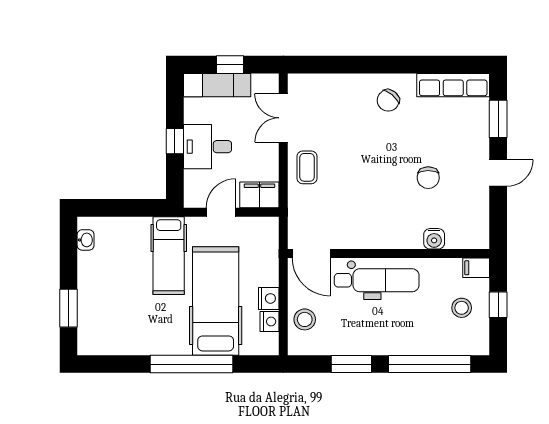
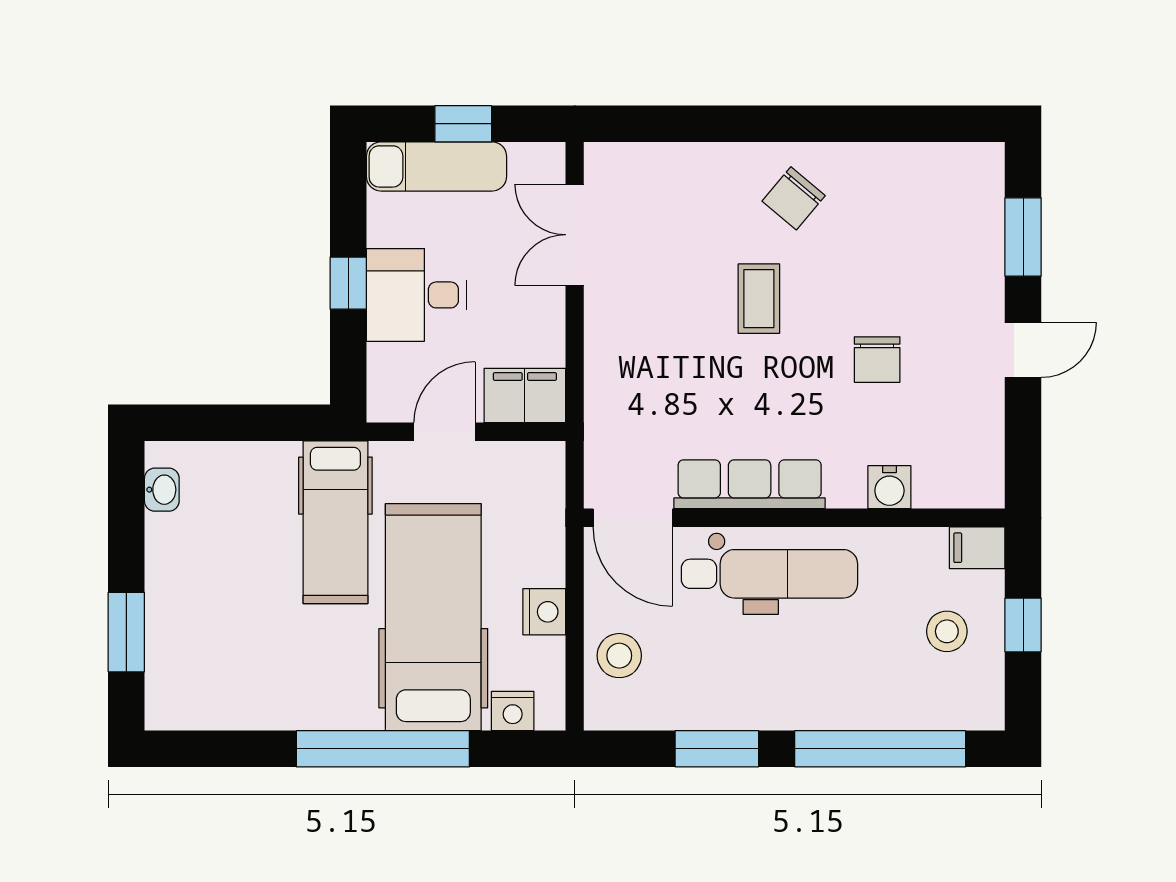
row of seats: (453, 85) -> (750, 484), moved, turned 180
coffee table: (307, 167) -> (759, 299), moved
nightstand: (270, 322) -> (513, 711), moved, turned 90

